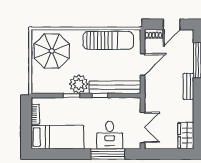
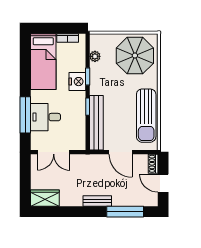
plant: (79, 84) -> (95, 56), moved, width x0.53, depth x0.53
nightstand: (76, 105) -> (77, 82), added

